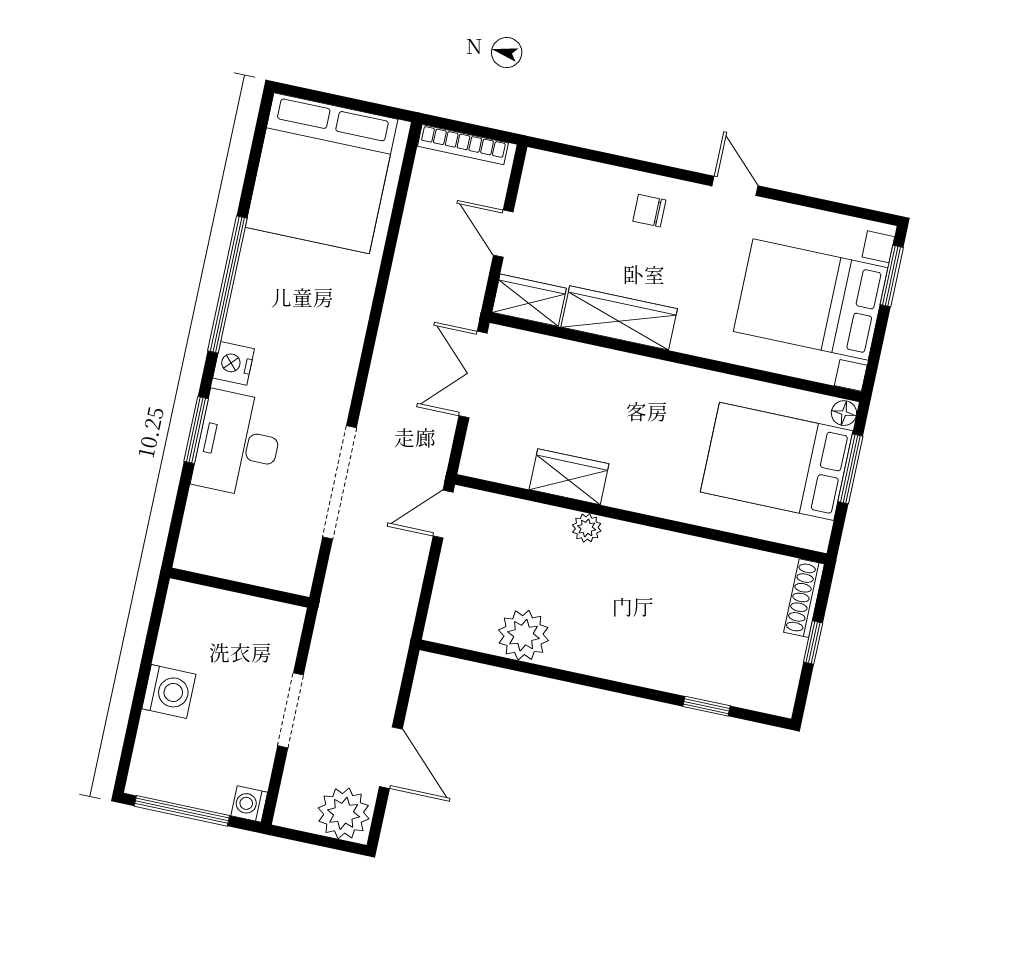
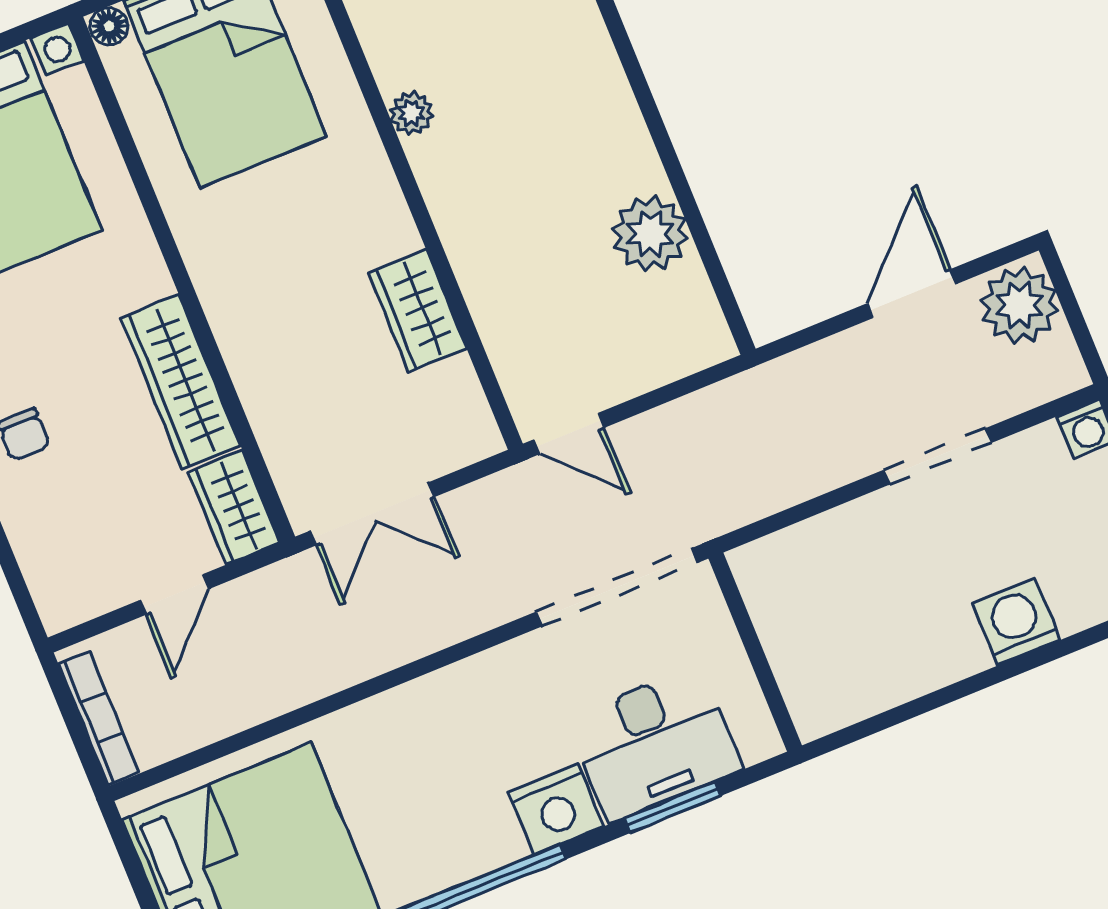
nightstand: (234, 363) -> (556, 809), width x1.36, depth x1.33
plant: (587, 528) -> (411, 113), moved
wall: (240, 588) -> (755, 652), moved

